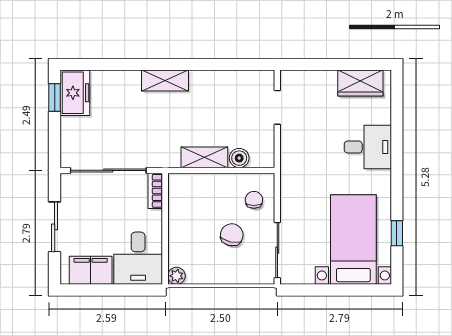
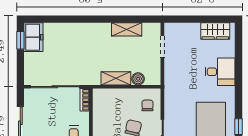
shelving: (165, 81) -> (127, 29), moved

